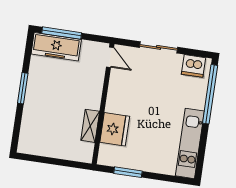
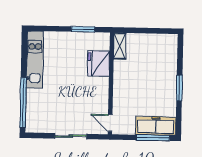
dishwasher: (194, 66) -> (40, 124), removed
shelving: (90, 126) -> (120, 46), moved

